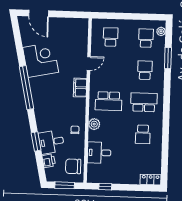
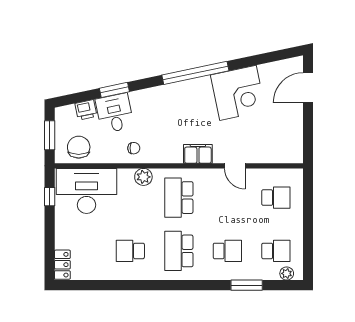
school desk: (144, 102) -> (179, 251), turned 180
desk: (99, 153) -> (86, 191), width x1.87, depth x1.30

